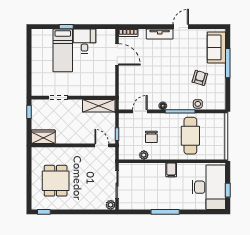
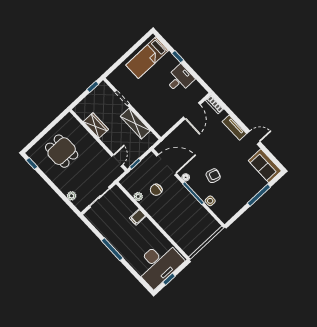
sofa: (216, 47) -> (265, 166), moved, turned -90
bed: (63, 50) -> (147, 58), moved
armchair: (200, 78) -> (213, 176), moved
shelving: (99, 106) -> (135, 124), moved
door: (140, 111) -> (167, 165), width x1.88
cafe table: (190, 136) -> (183, 217), removed
wardrobe: (43, 137) -> (96, 125), moved
filing cabinet: (171, 170) -> (138, 217), moved
dining table: (56, 181) -> (62, 151), turned 90
plant: (111, 205) -> (72, 196), moved

